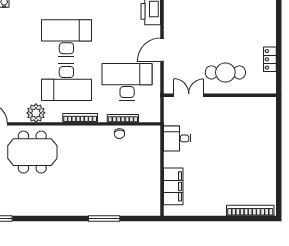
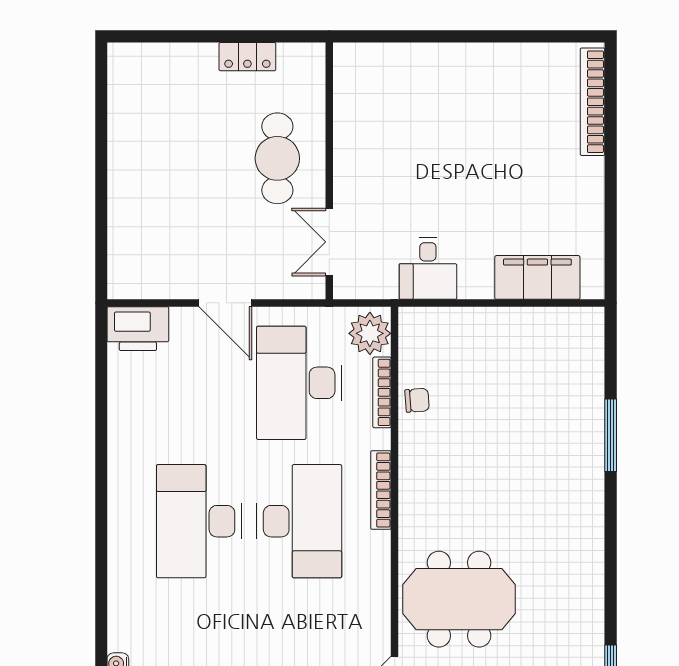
plant: (36, 113) -> (370, 333), moved
meeting table: (32, 152) -> (459, 599), turned 90

